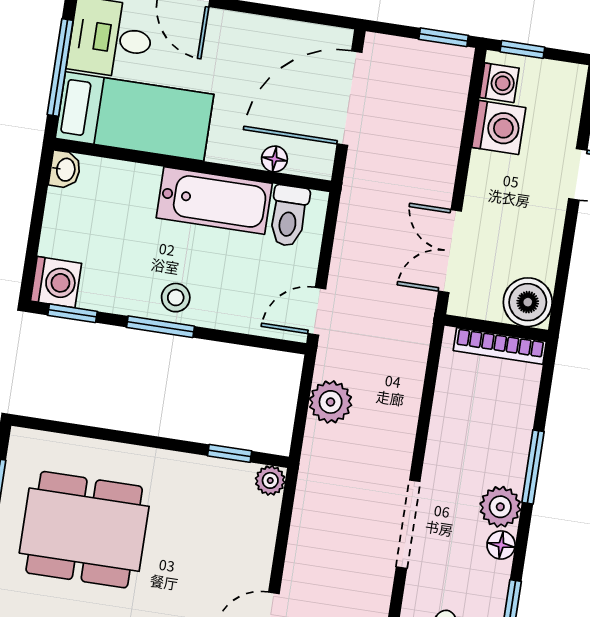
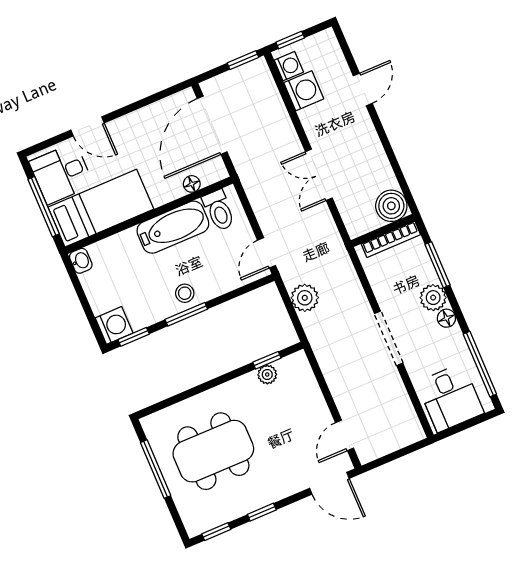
boiler: (528, 302) -> (391, 206), moved
wall: (496, 328) -> (383, 231), moved
bookcase: (500, 346) -> (391, 239), moved
plant: (270, 480) -> (267, 374), moved

